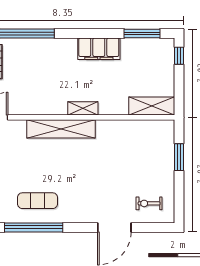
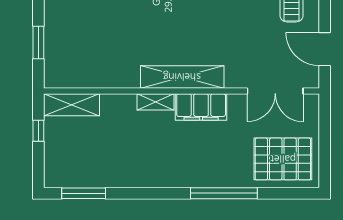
filing cabinet: (99, 49) -> (201, 107), moved, turned 180
window: (179, 56) -> (38, 131), moved

